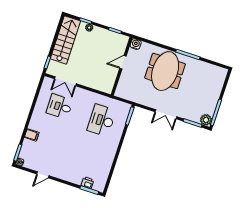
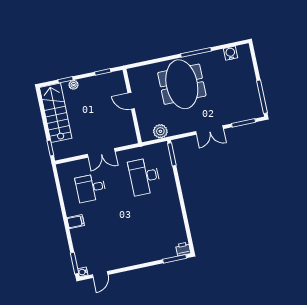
water cooler: (136, 44) -> (230, 53), moved
door: (123, 62) -> (131, 101), hinge flipped
double door: (65, 81) -> (101, 153), moved
plant: (206, 120) -> (160, 131), moved
filing cabinet: (32, 135) -> (76, 222), moved
door: (43, 175) -> (100, 275), moved
printer: (87, 183) -> (183, 249), moved

